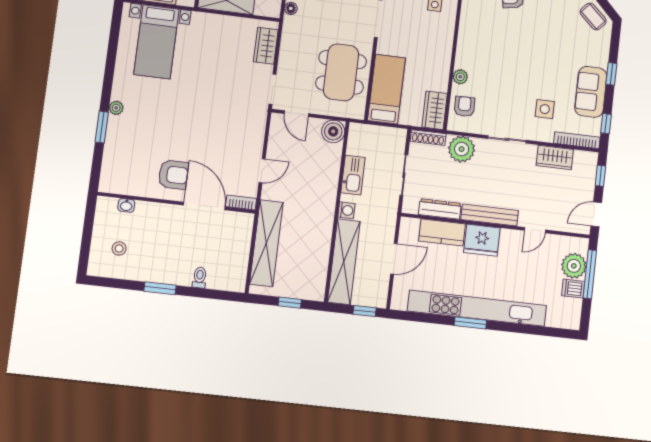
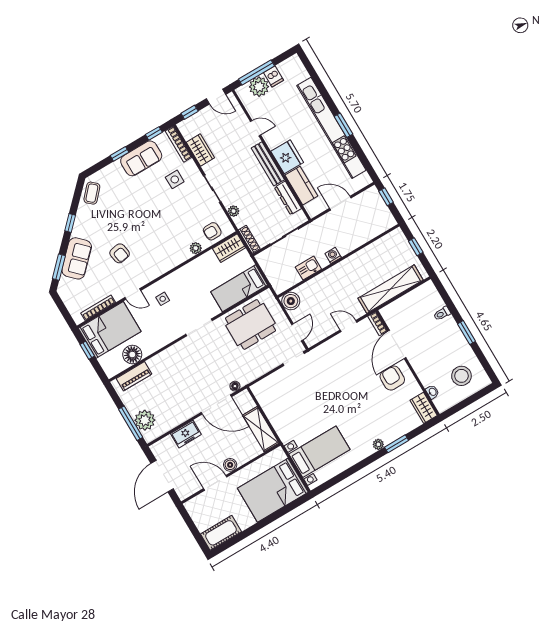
wardrobe: (266, 46) -> (424, 408), moved, turned 90
plant: (462, 149) -> (234, 211), width x0.53, depth x0.53
kitchen sink: (353, 175) -> (308, 268), width x0.73
stool: (119, 248) -> (461, 376), width x1.89, depth x1.89
shelving: (344, 262) -> (366, 233), removed

